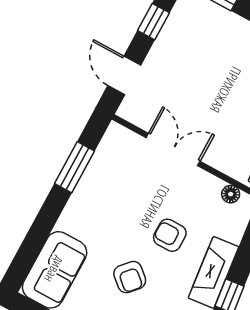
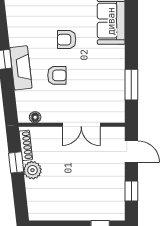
armchair: (130, 277) -> (67, 40), turned -42

